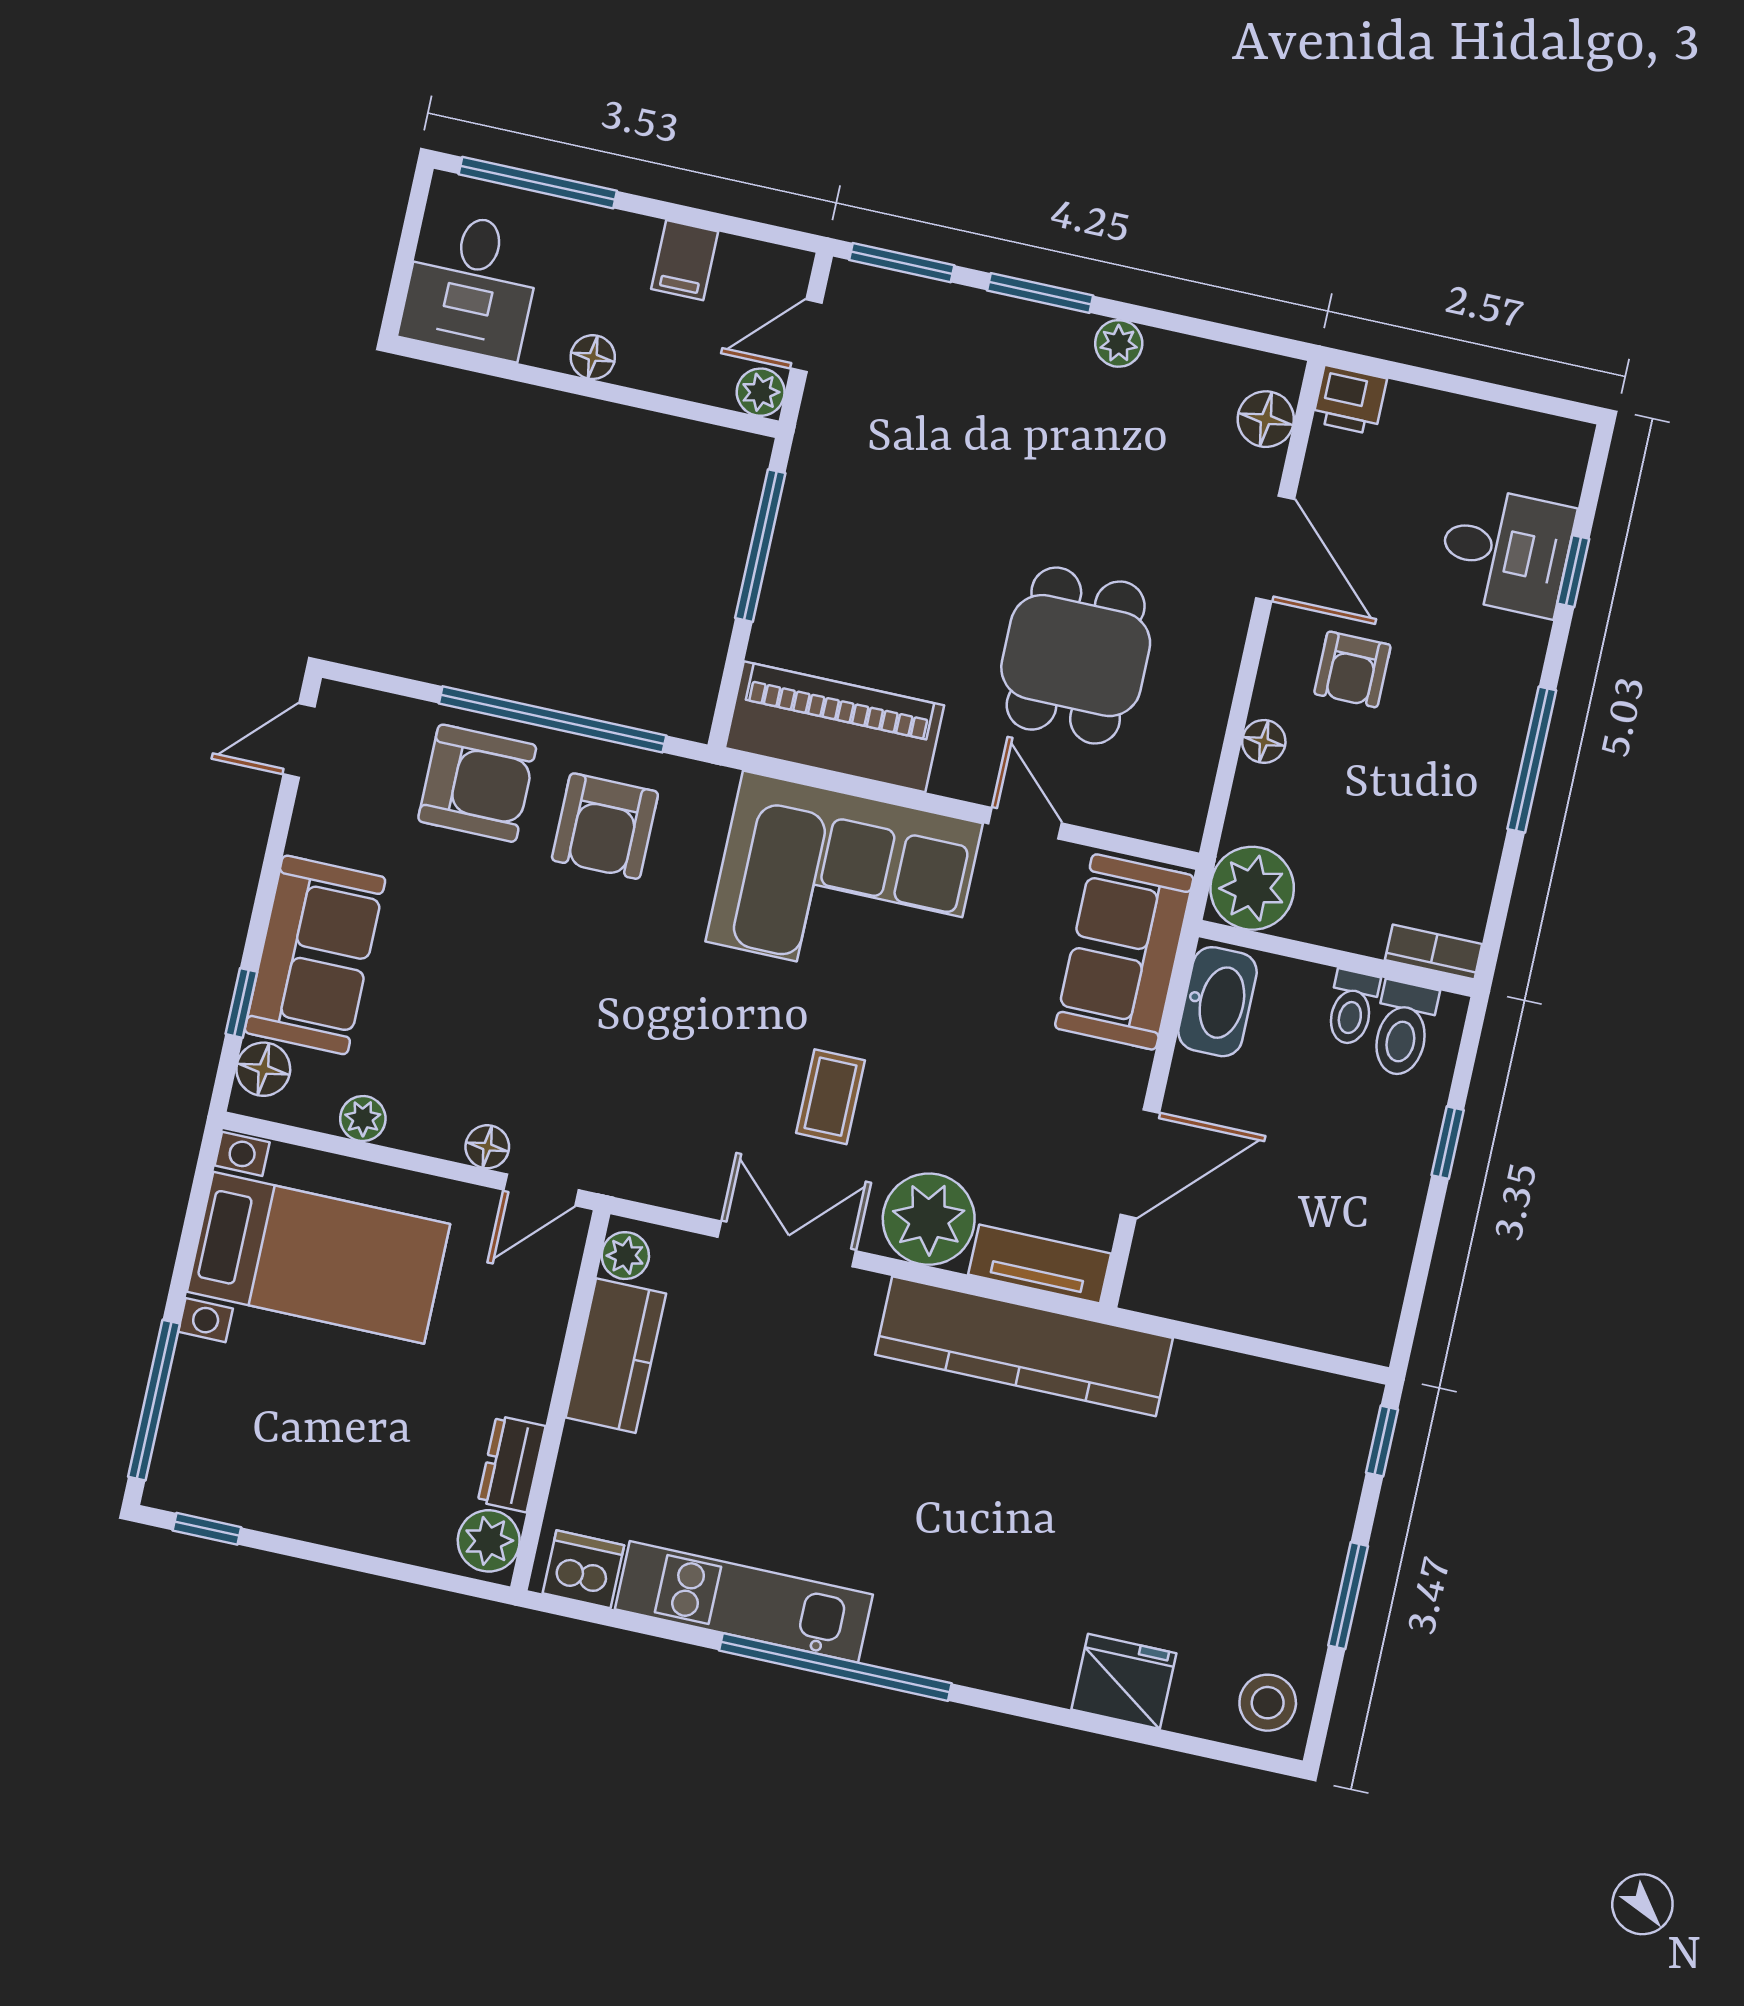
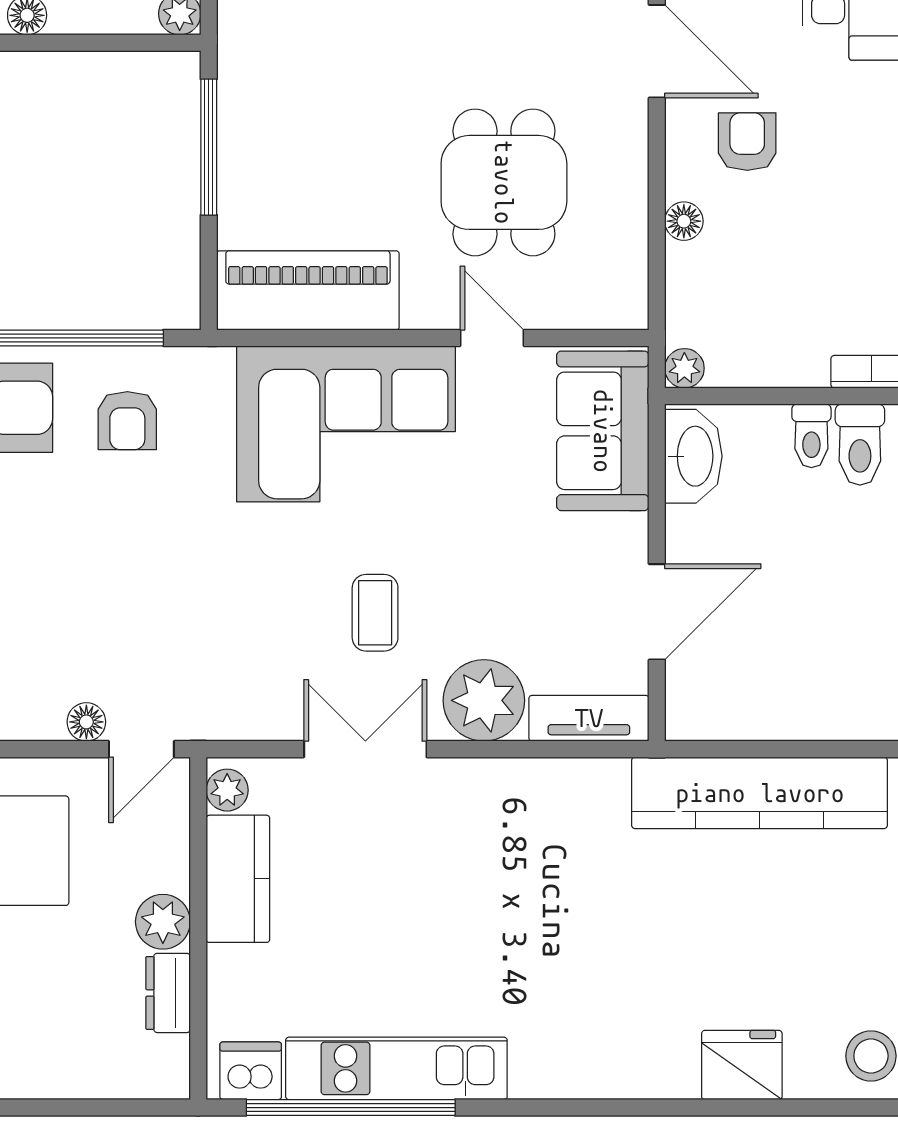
armchair: (1352, 669) -> (747, 142), turned 180
armchair: (605, 826) -> (127, 421), width x0.72, depth x0.72
plant: (1252, 888) -> (684, 368), width x0.53, depth x0.53
kitchen counter: (1024, 1346) -> (760, 793), moved
plant: (489, 1541) -> (163, 922), moved
window: (835, 1667) -> (351, 1108), moved

